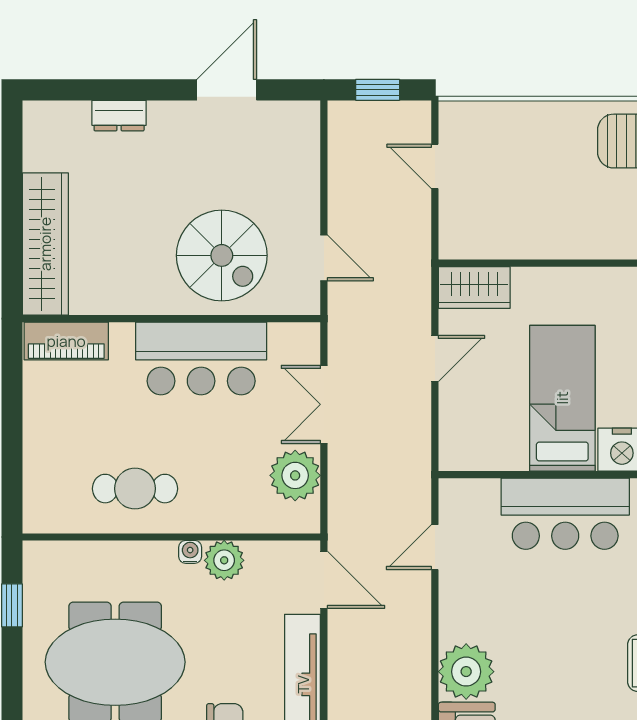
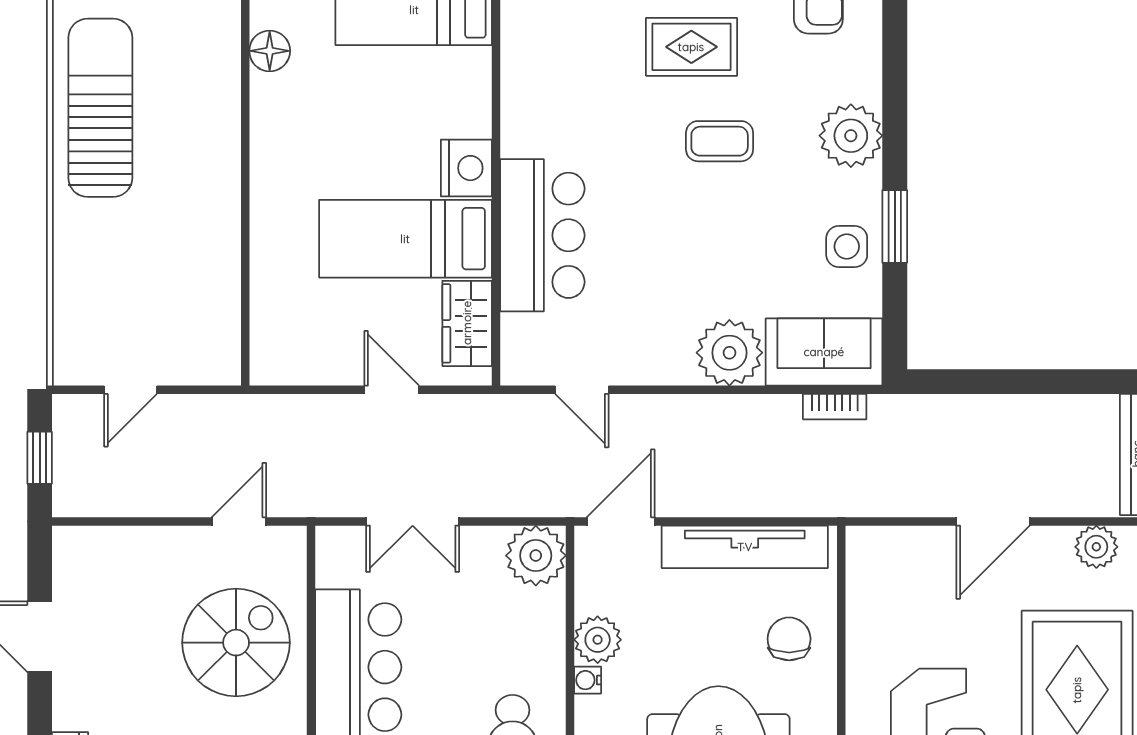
wardrobe: (474, 287) -> (467, 323), moved, turned 180
door: (435, 358) -> (392, 390), moved
plant: (295, 475) -> (536, 556), moved

